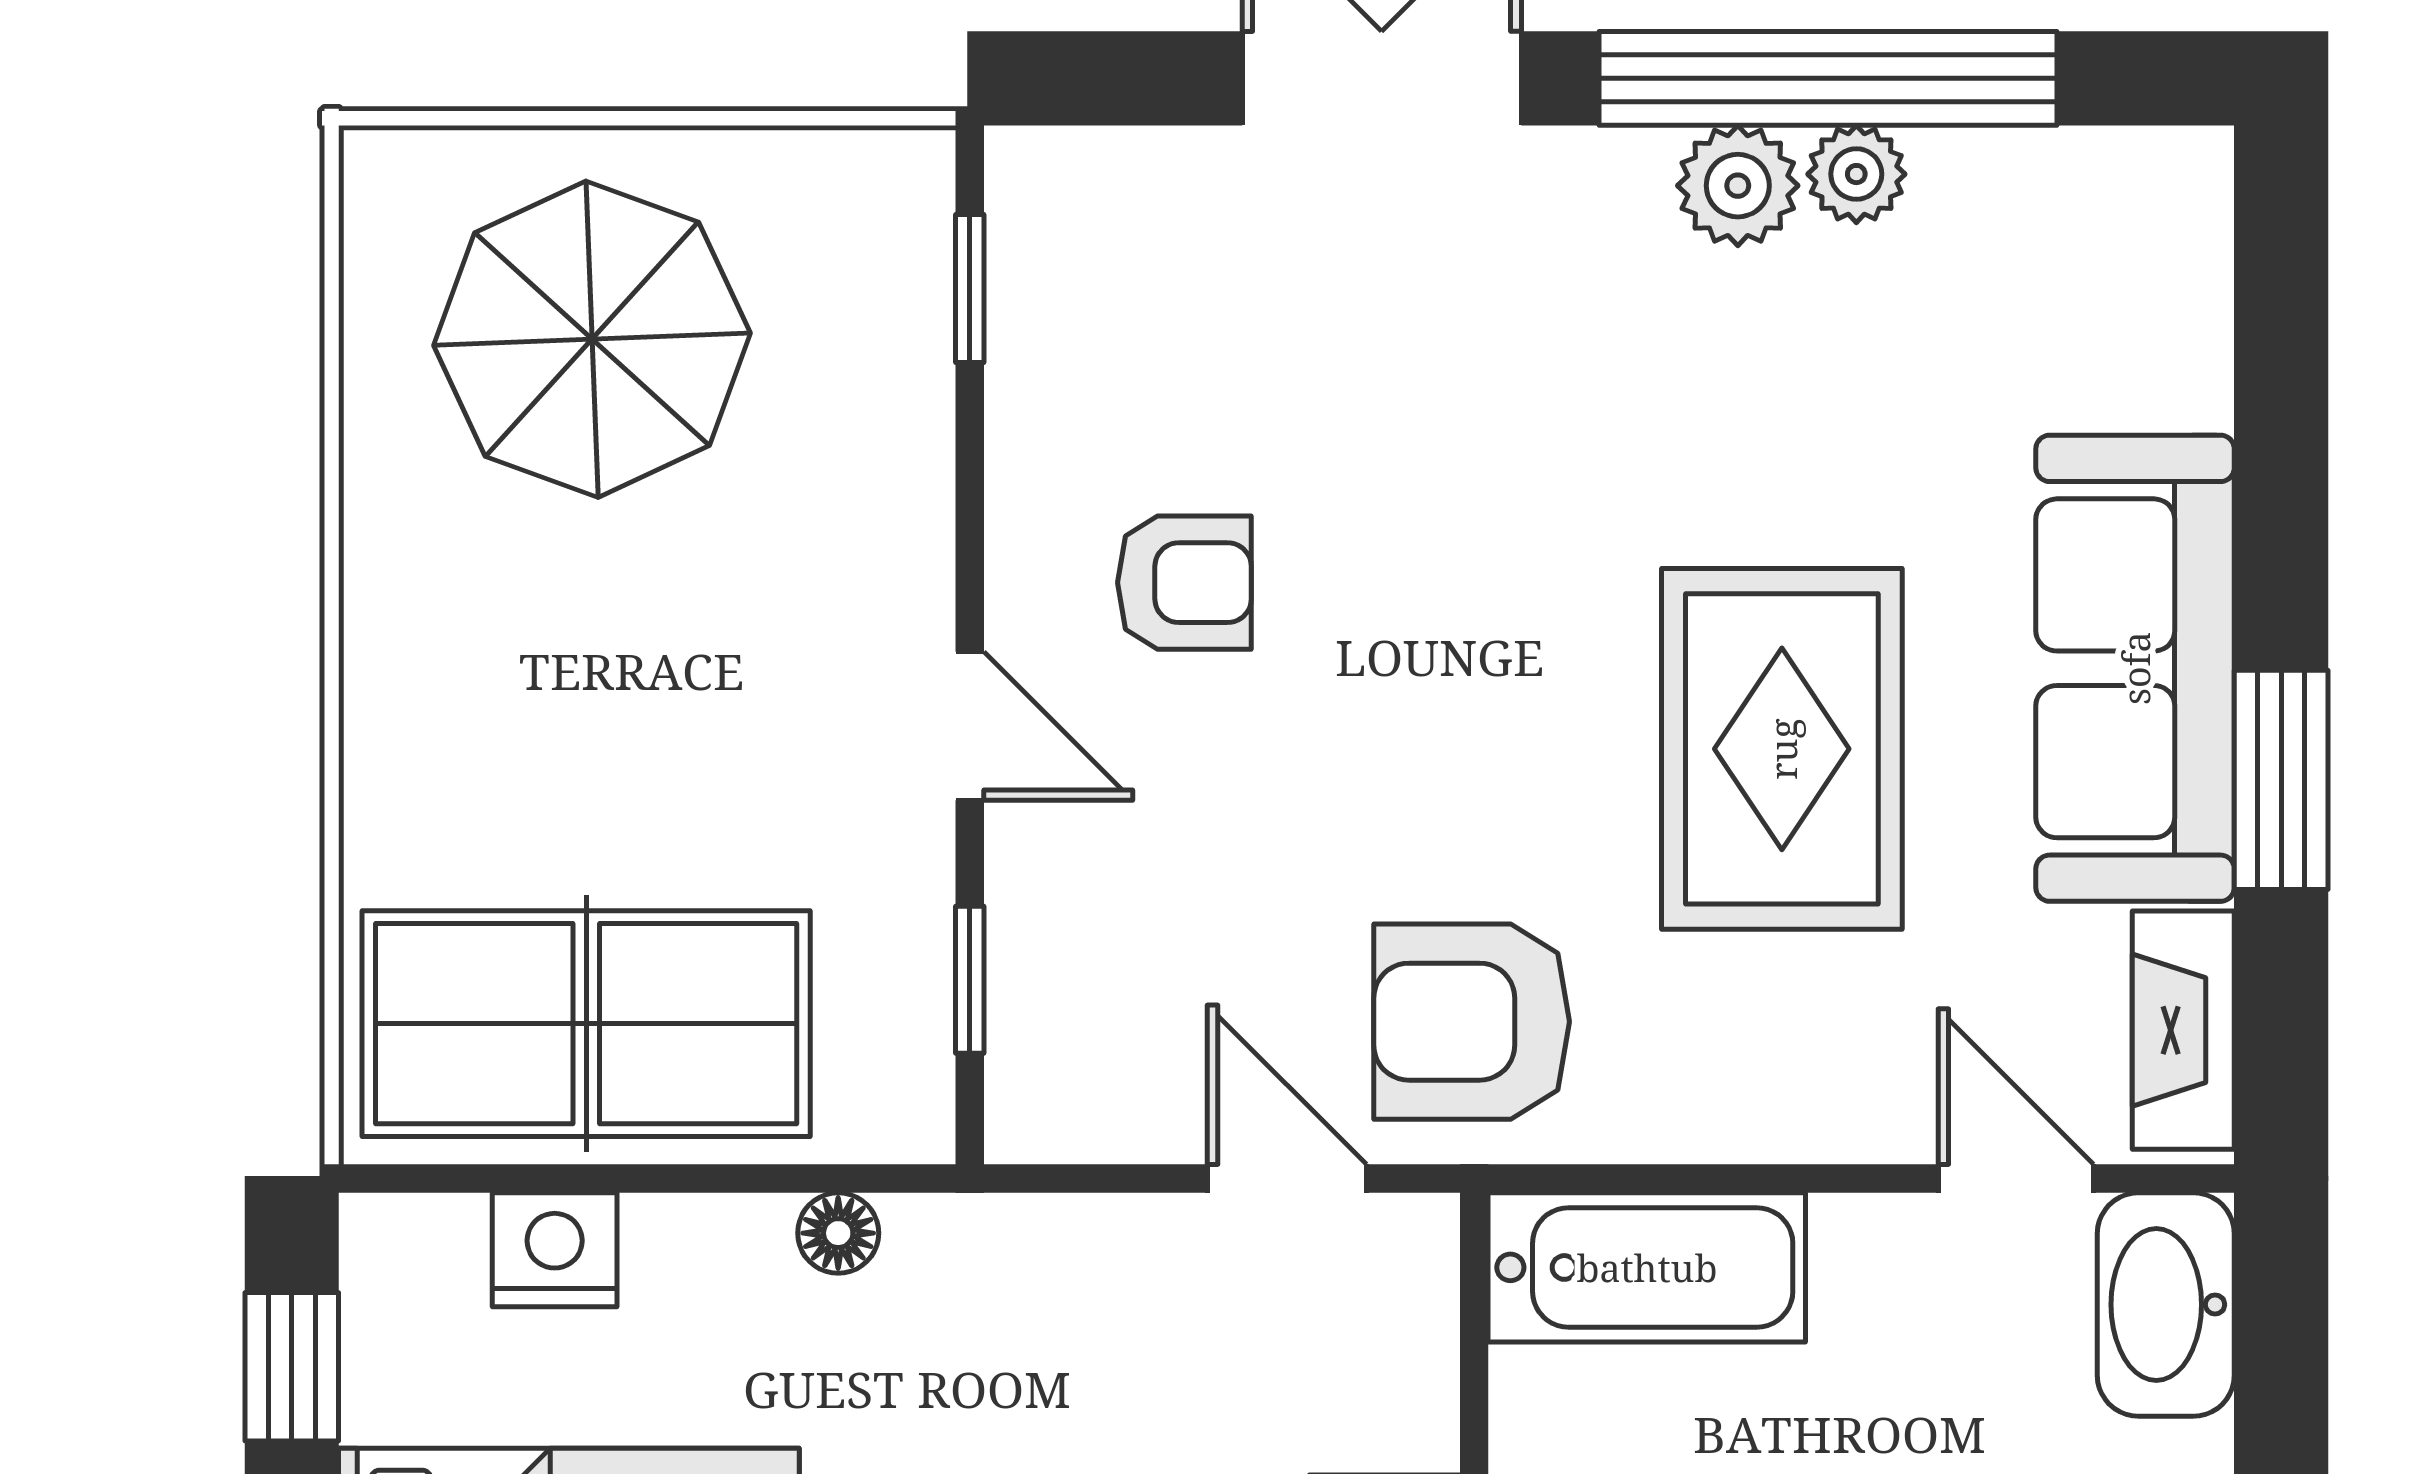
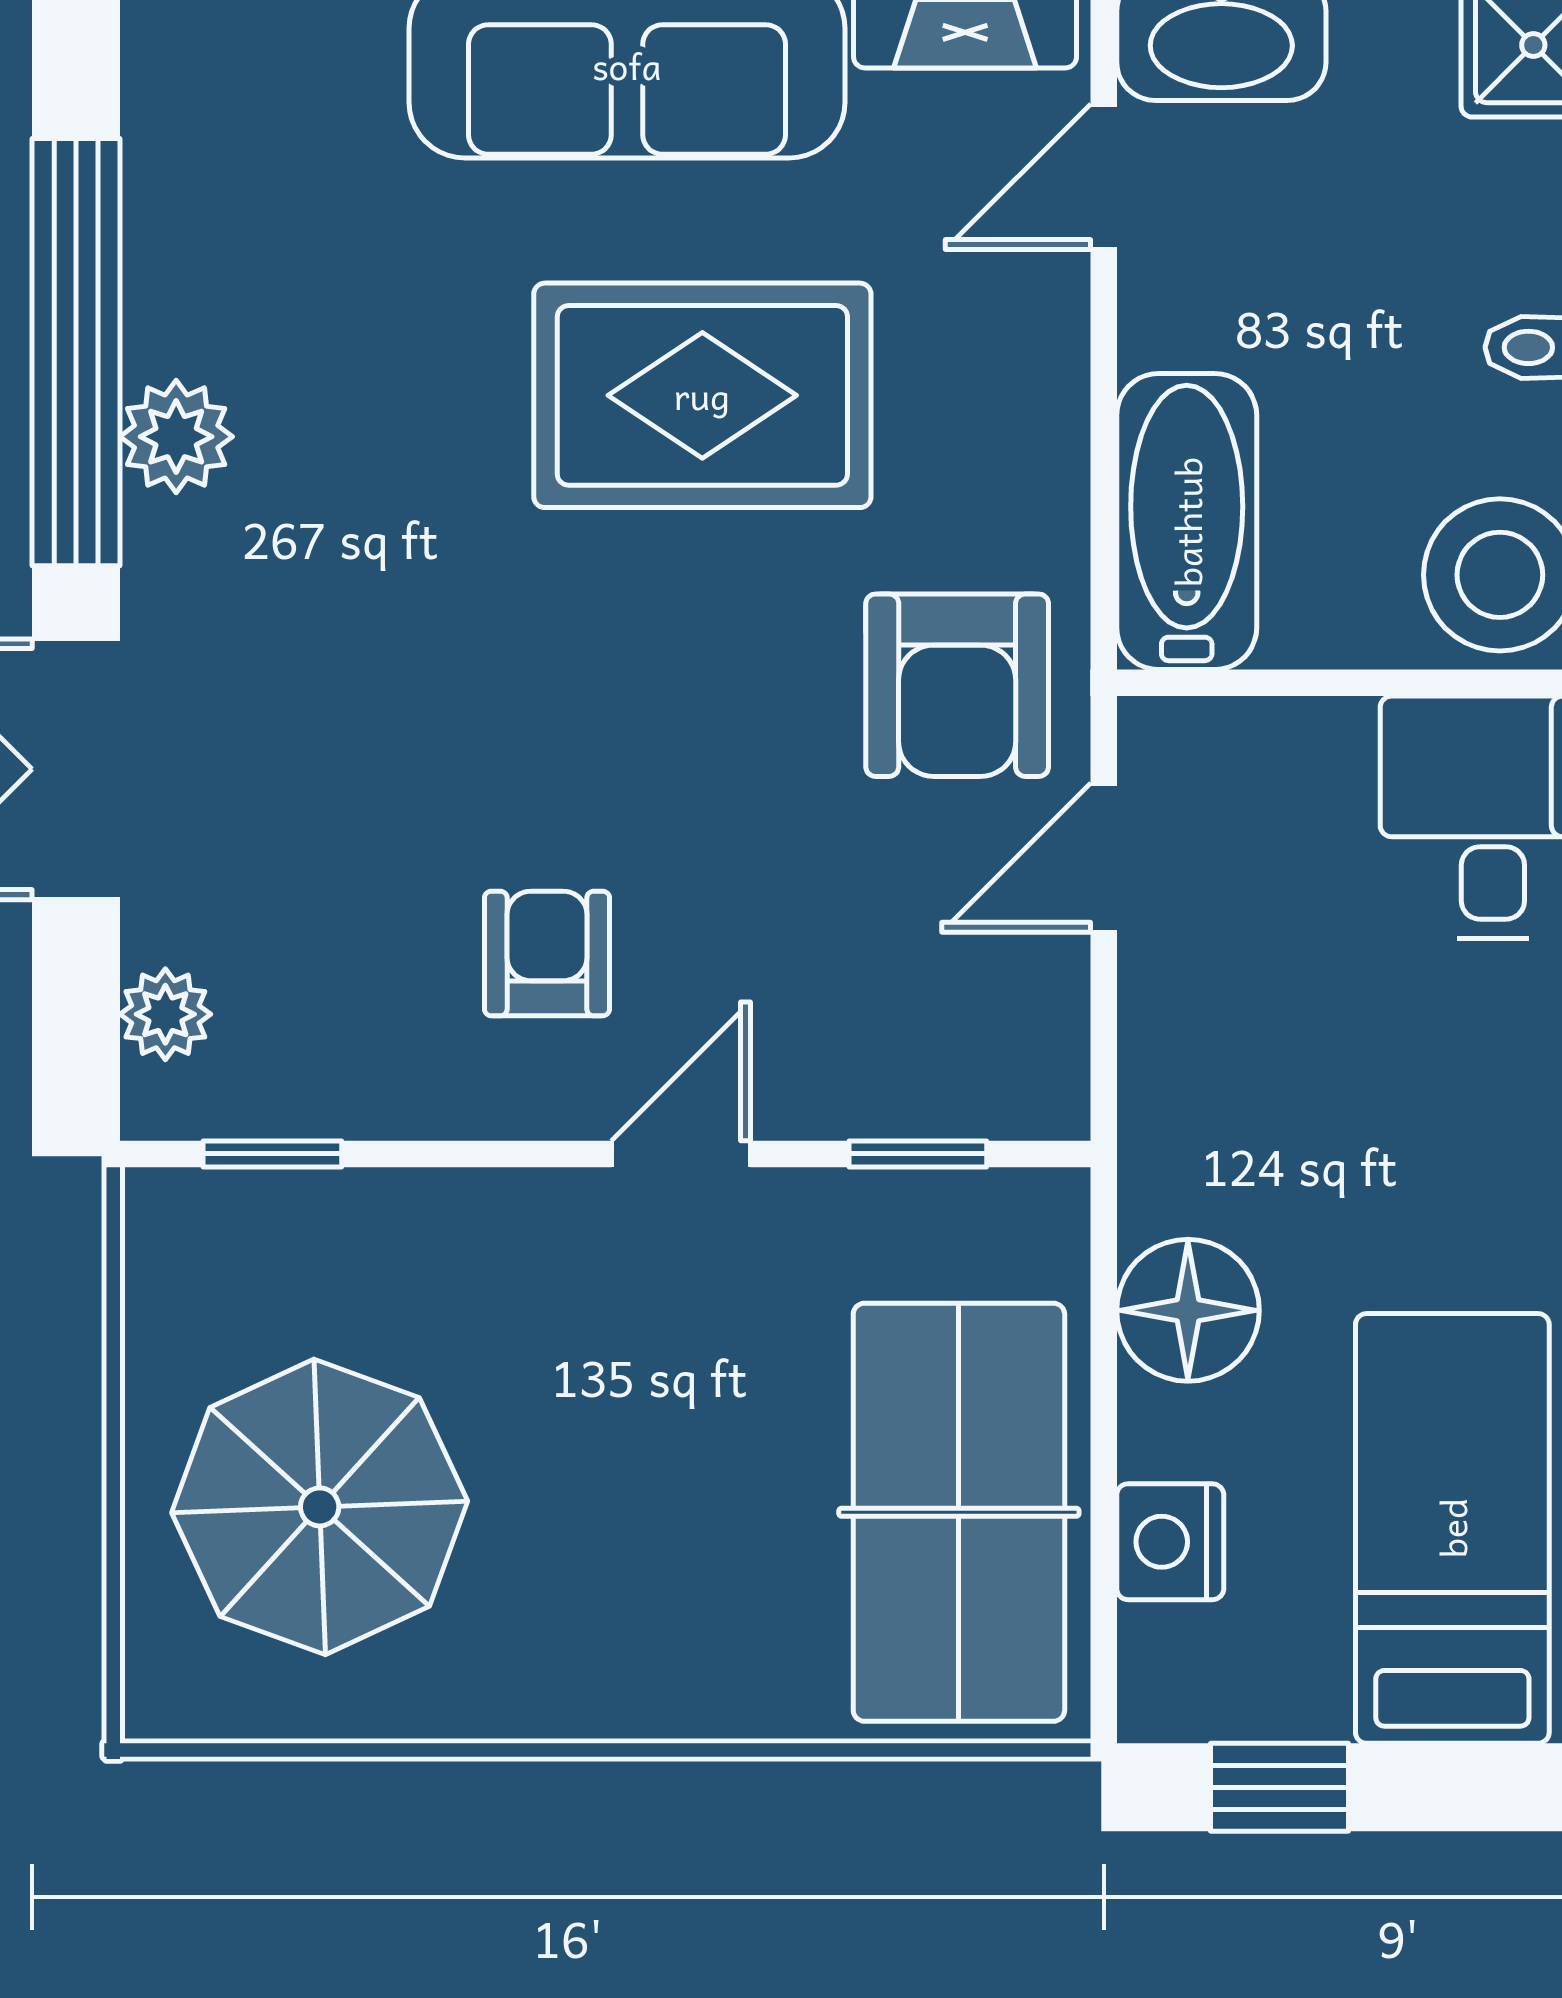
plant: (1856, 174) -> (165, 1014), moved
floor lamp: (838, 1233) -> (1188, 1310), width x1.89, depth x1.89

